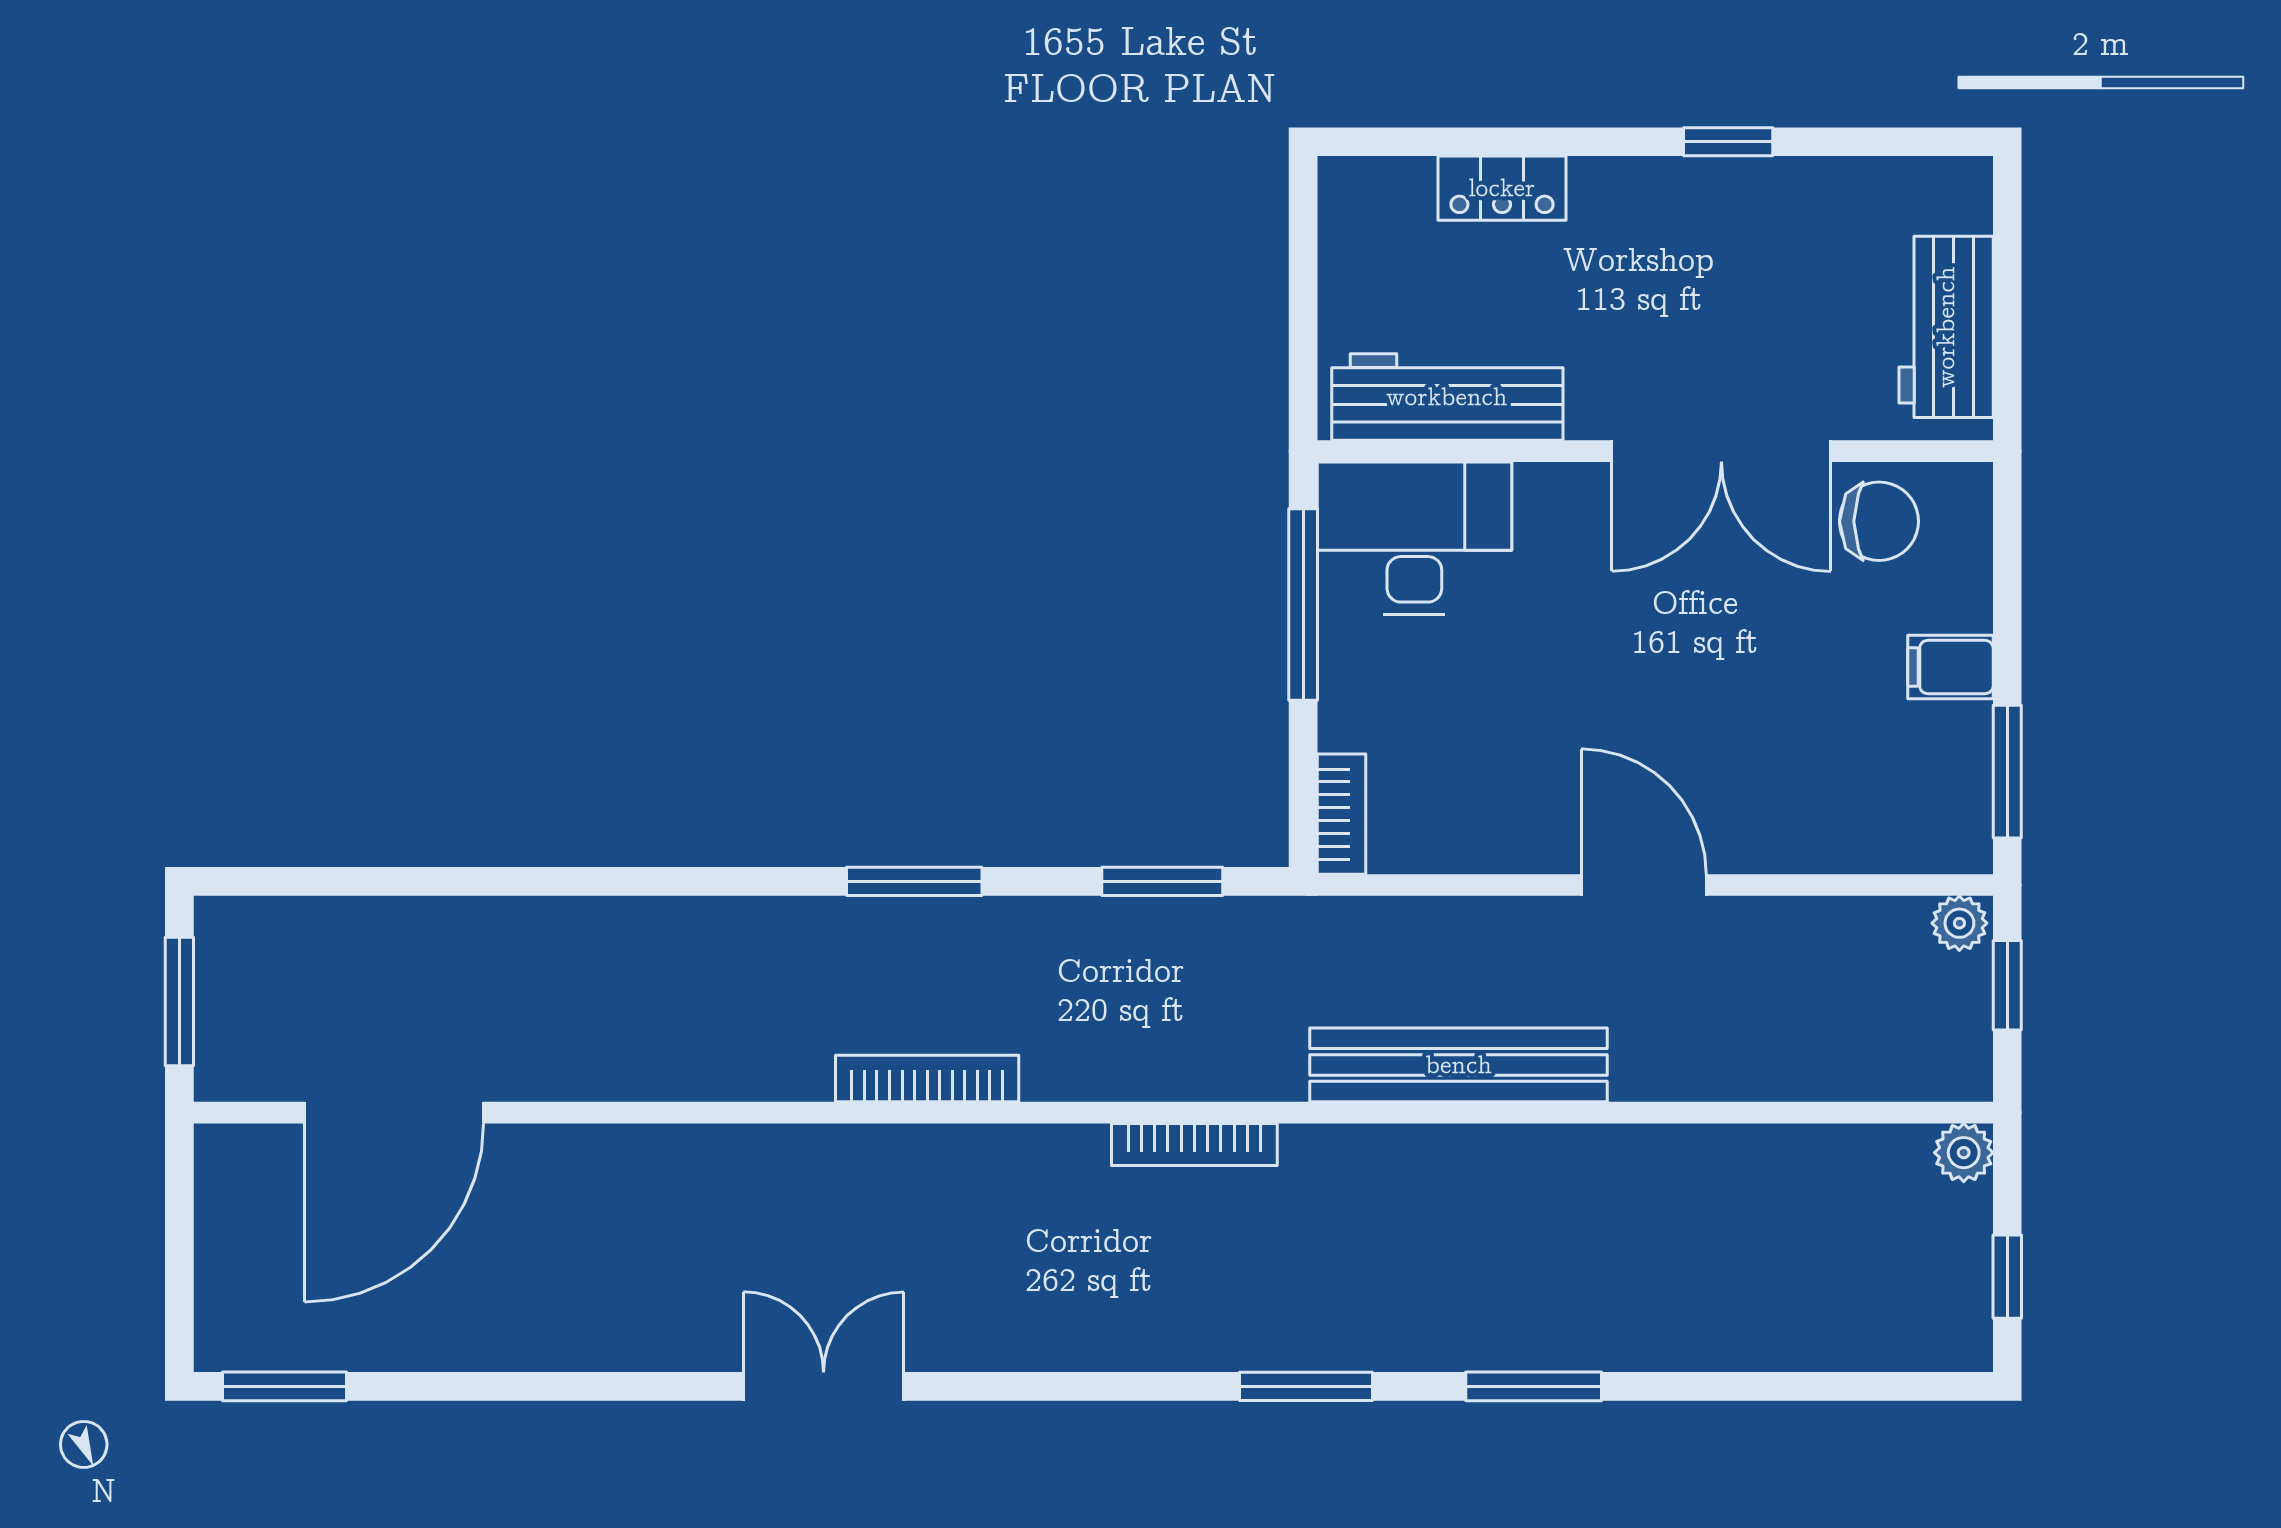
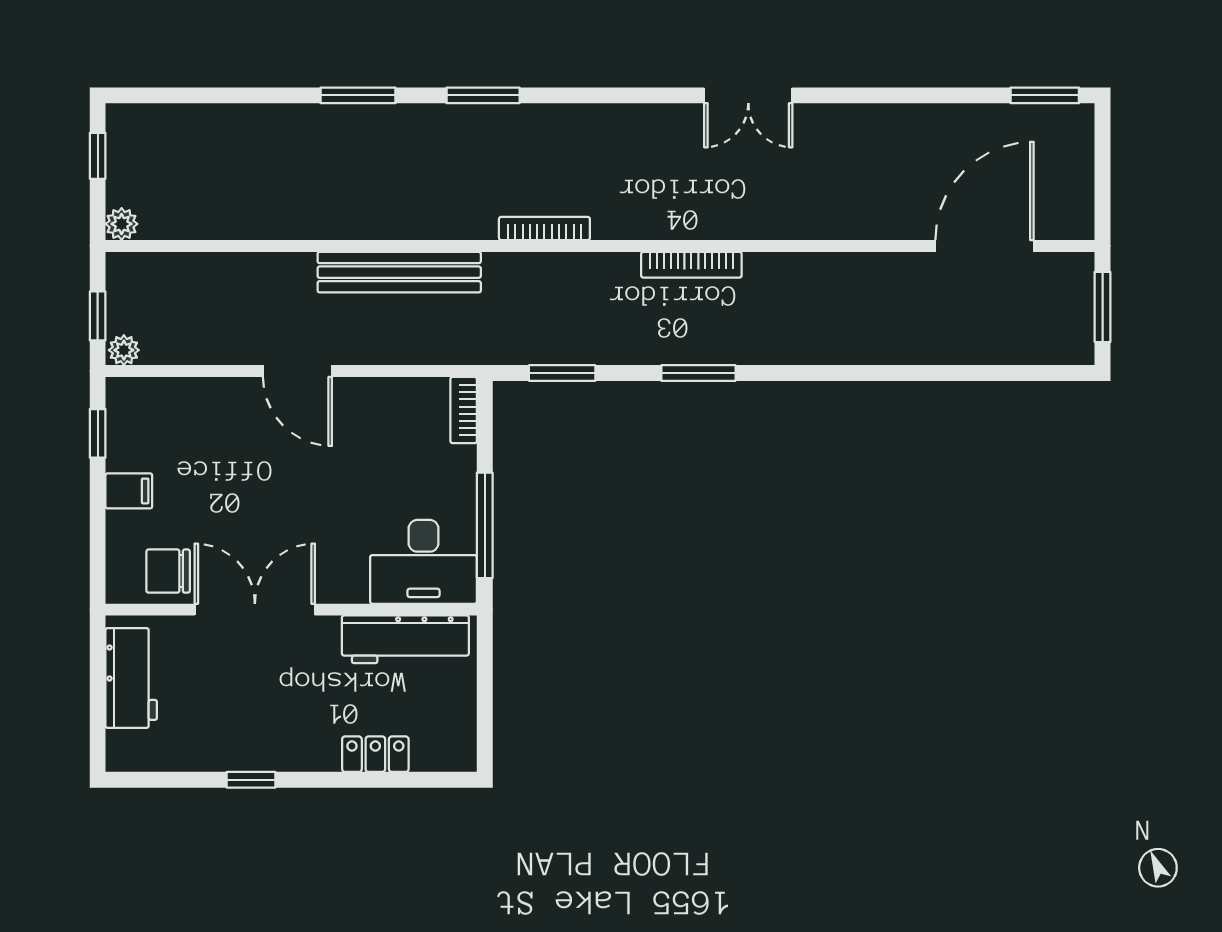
window: (2007, 772) -> (98, 433), width x0.67

